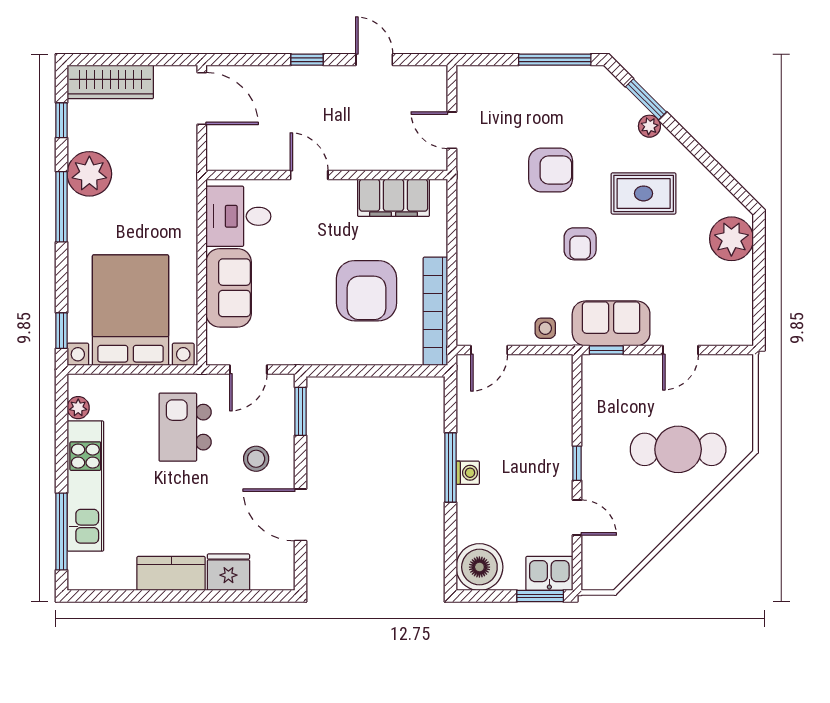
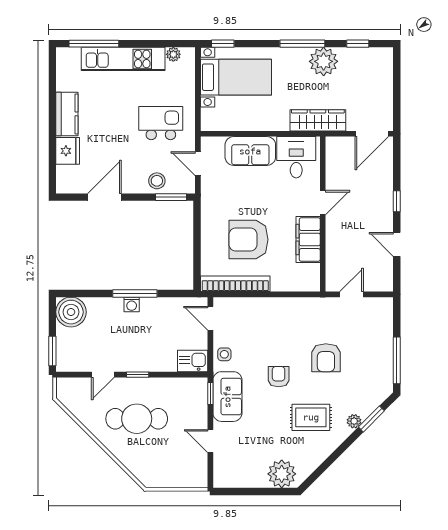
door: (374, 60) -> (397, 244), swing flipped
wardrobe: (110, 82) -> (318, 120), moved, turned 90
rug: (644, 193) -> (311, 417), turned 90
filing cabinet: (393, 198) -> (308, 239), moved
armchair: (580, 244) -> (279, 377), turned 90
bed with nightstands: (131, 310) -> (236, 77), width x0.73
cafe table: (678, 449) -> (137, 419), moved, turned 90
stool: (256, 459) -> (157, 181), moved
kitchen sink: (549, 573) -> (193, 361), moved, turned -90

